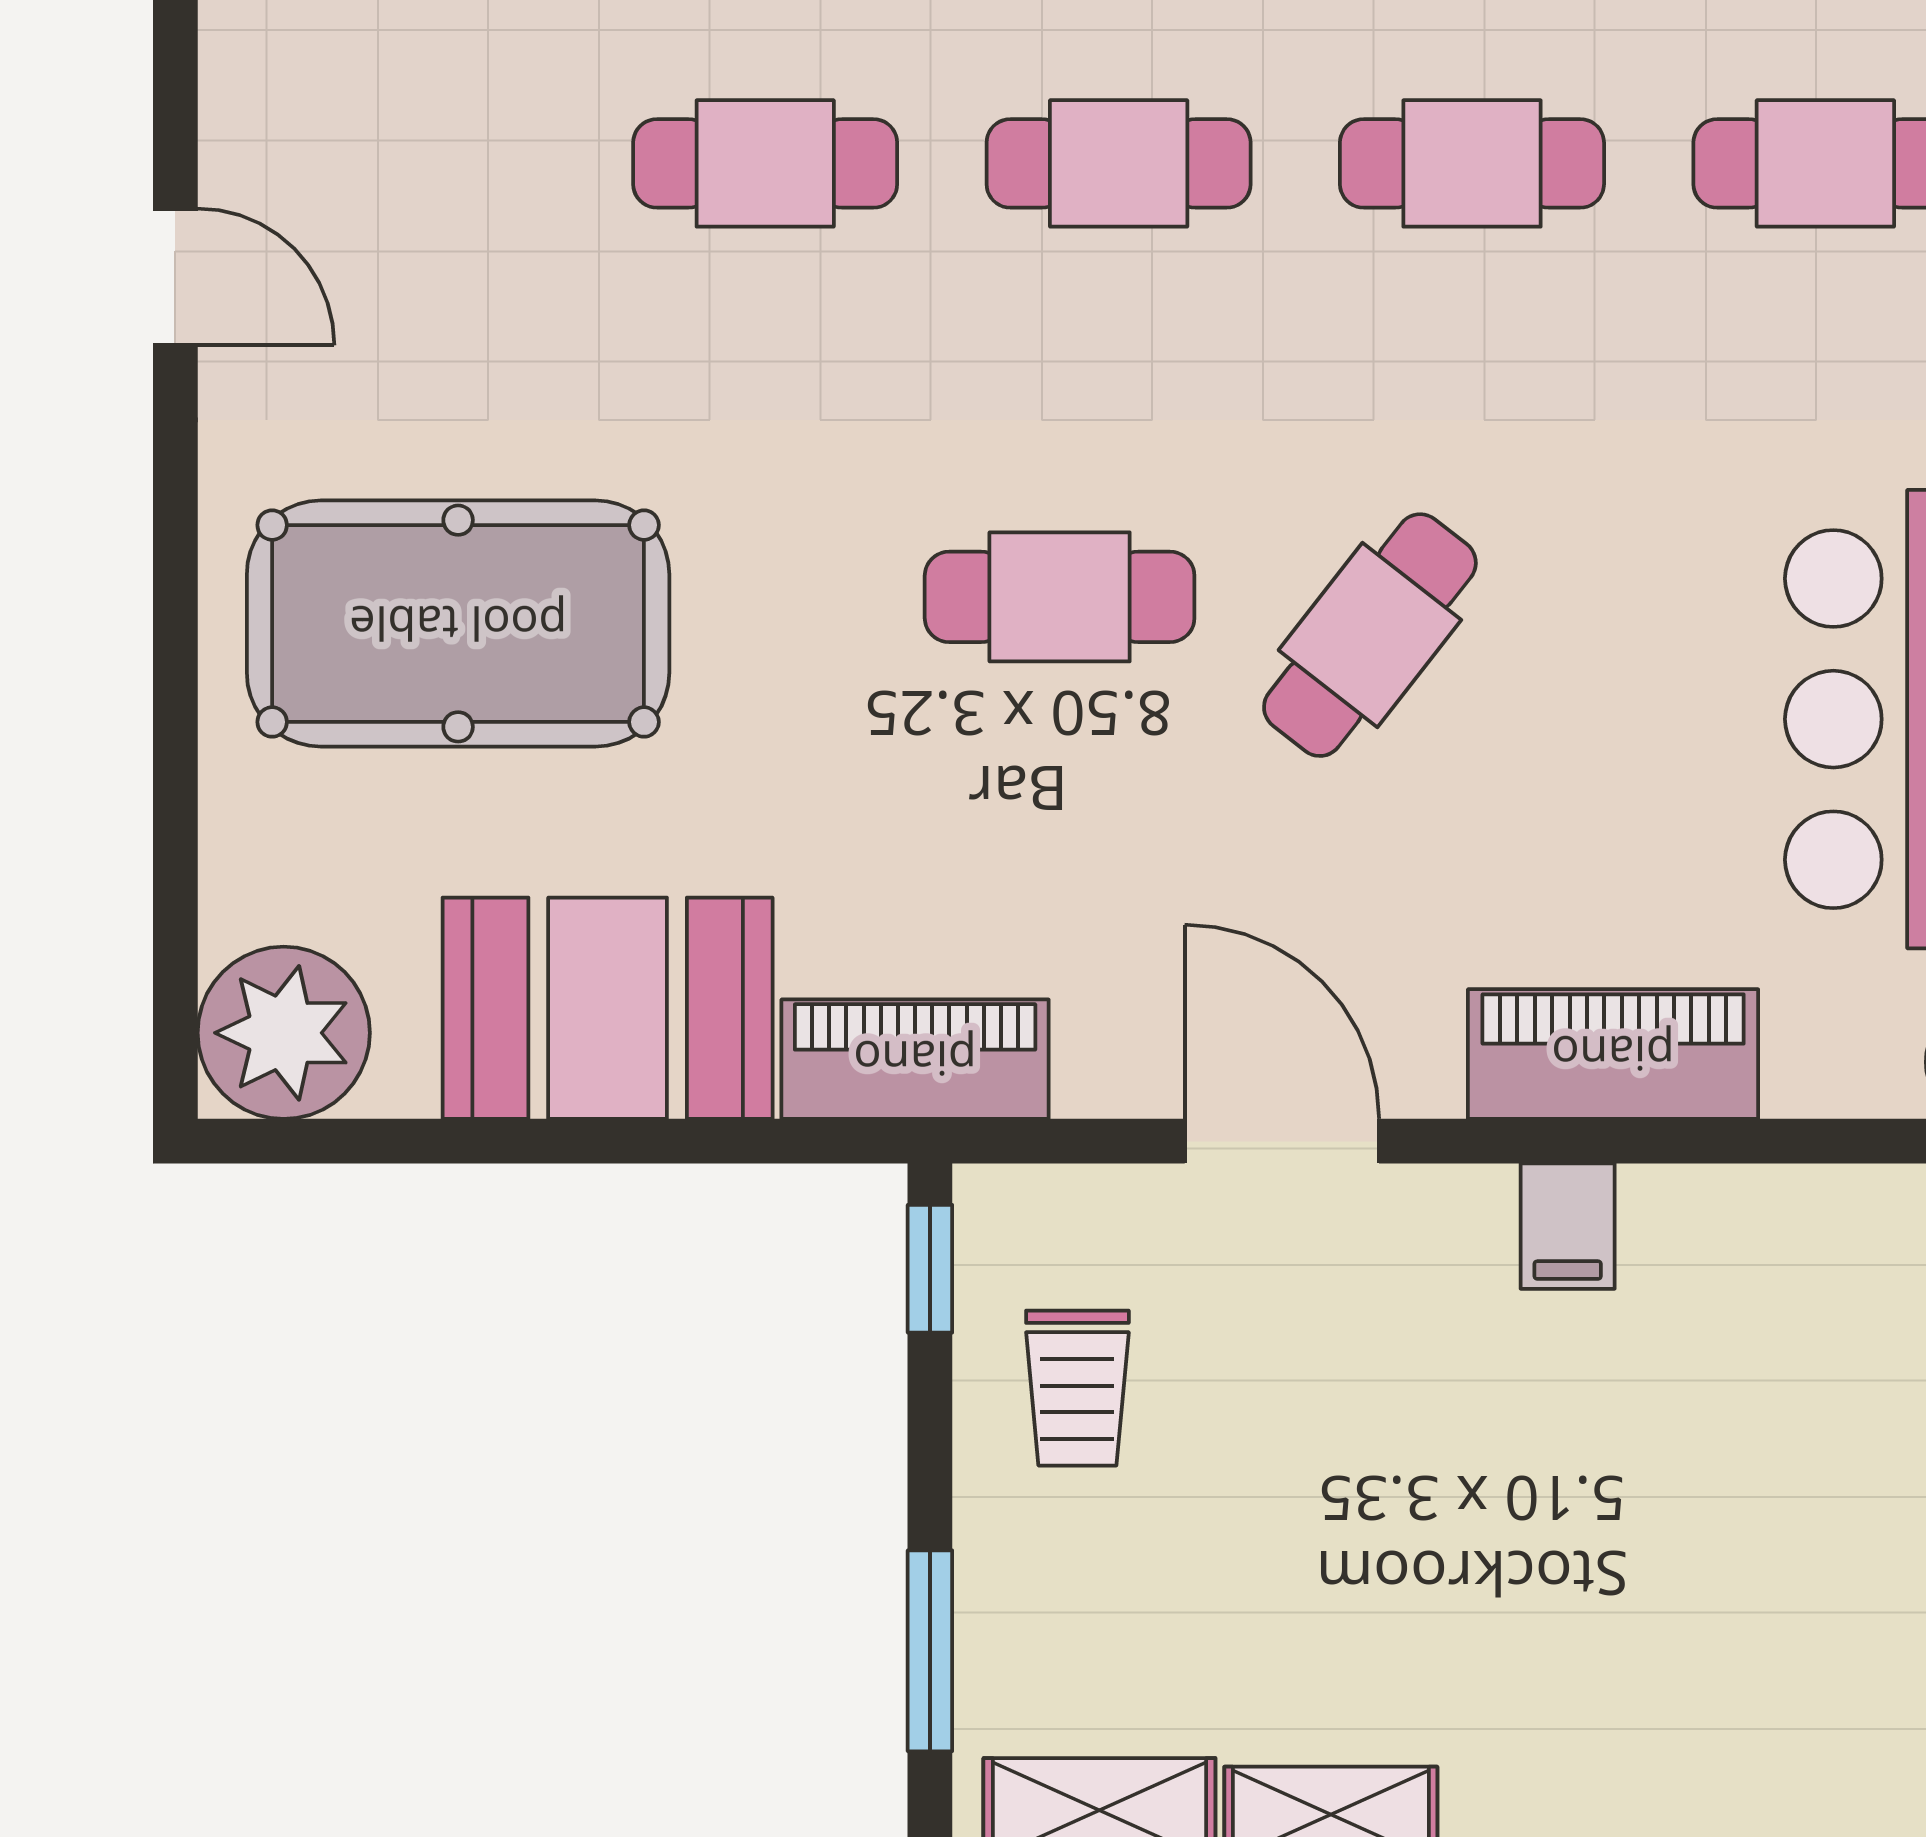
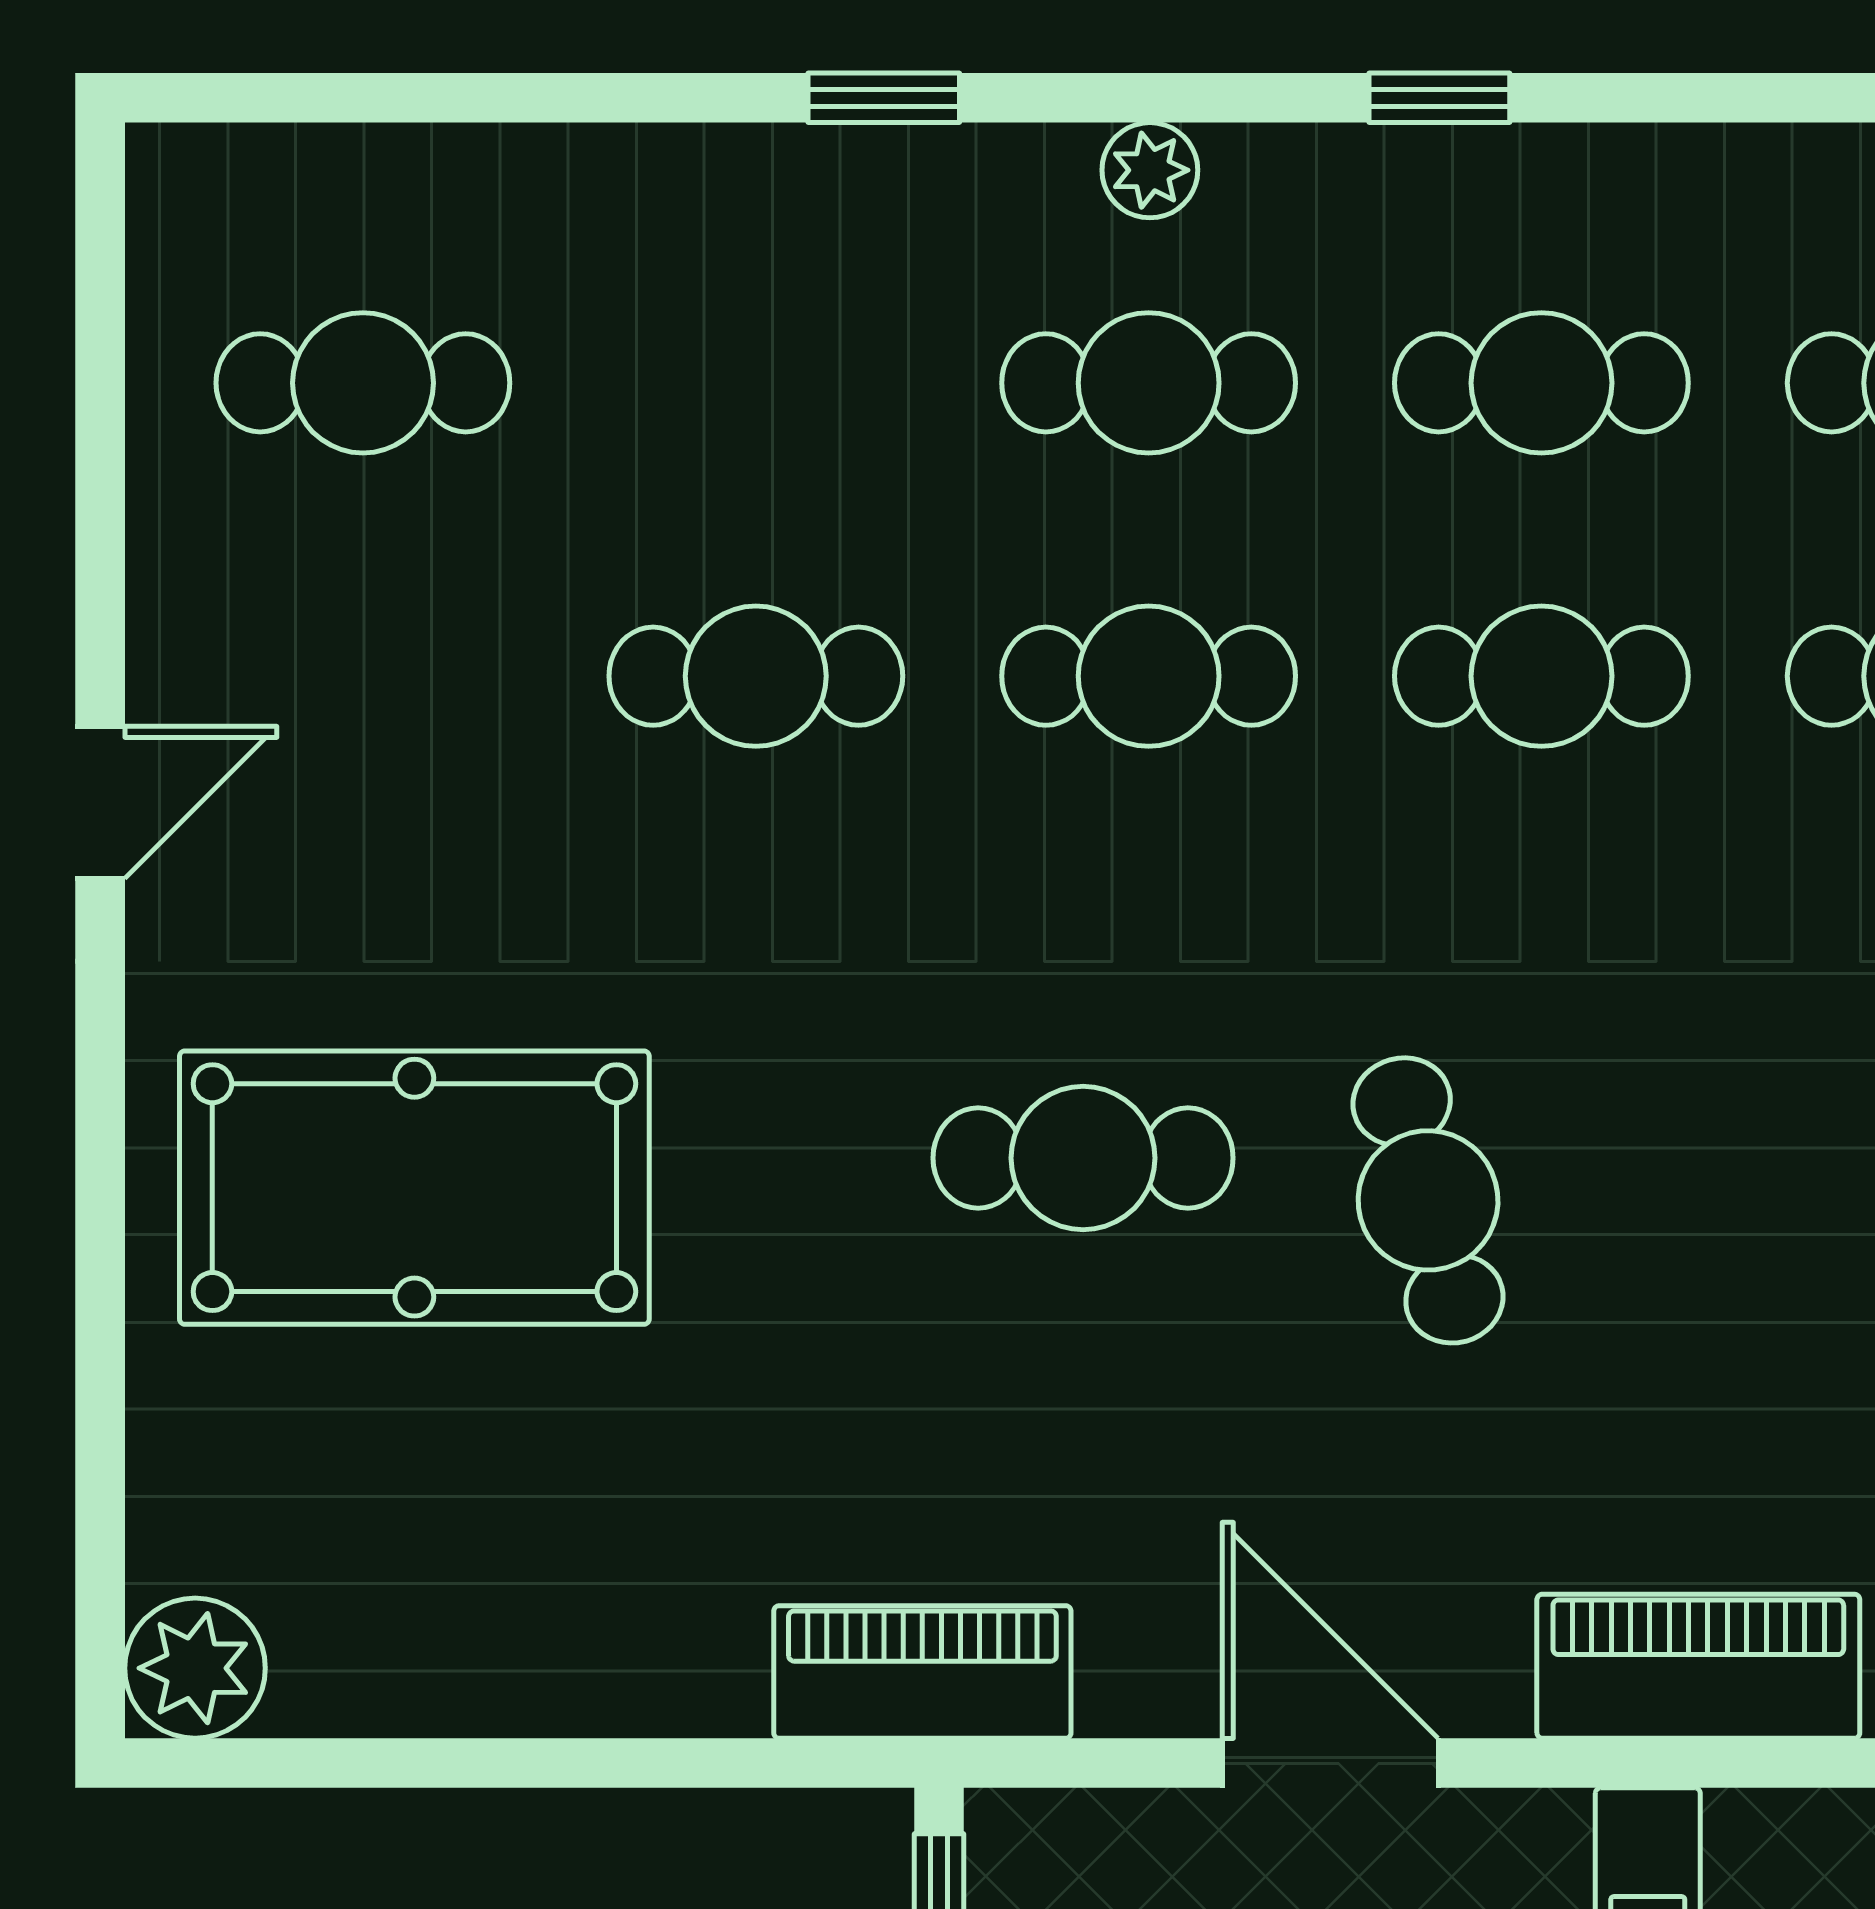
door: (175, 277) -> (100, 802), hinge flipped
cafe table: (1370, 635) -> (1428, 1200), turned -53
booth: (608, 1008) -> (581, 1615), removed
plant: (284, 1033) -> (195, 1668), width x0.73, depth x0.73

